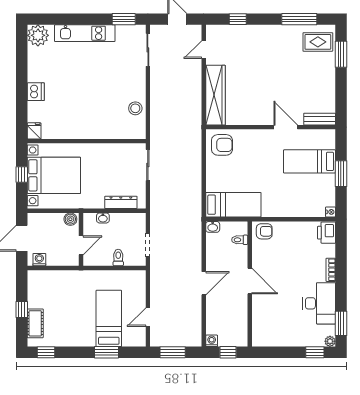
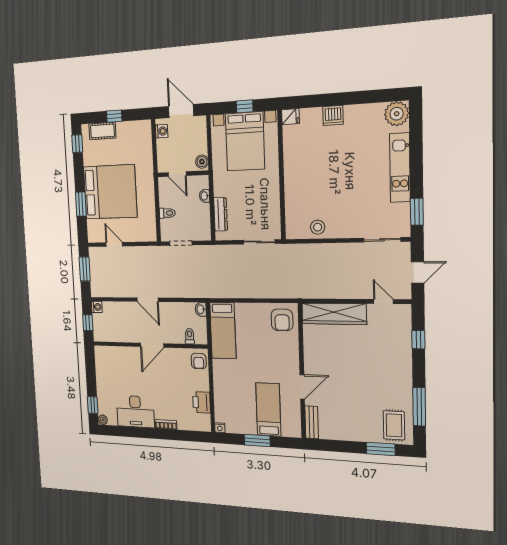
printer: (327, 233) -> (202, 402), moved, turned -90
bed: (109, 318) -> (110, 192), width x2.04
window: (341, 323) -> (119, 431), removed

